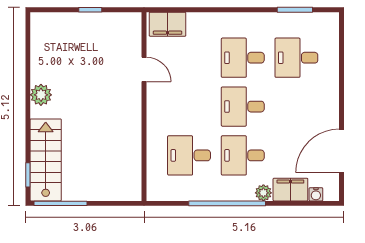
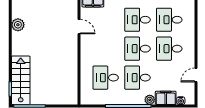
plant: (41, 95) -> (18, 25), moved
desk: (296, 107) -> (169, 49), added
door: (341, 151) -> (196, 75), width x0.53

